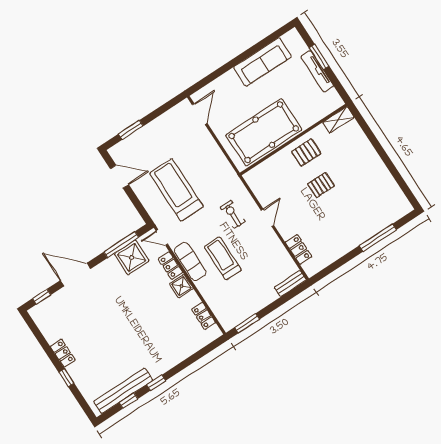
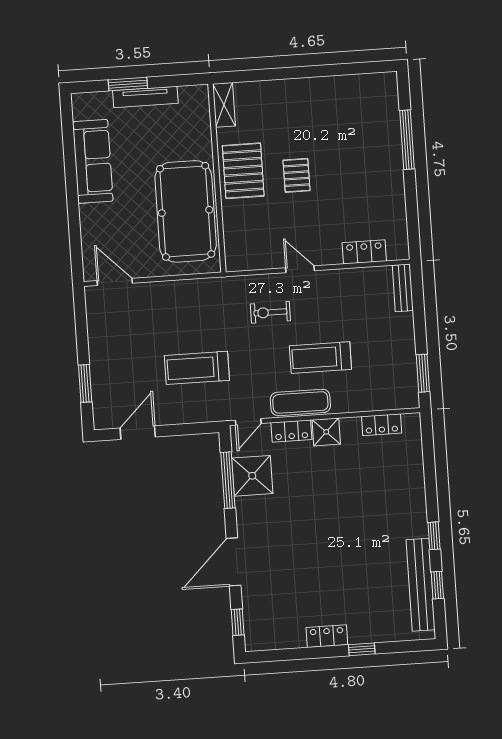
pallet: (306, 152) -> (243, 171), width x1.50, depth x1.42
treadmill: (176, 190) -> (197, 368), width x0.73, depth x0.73

